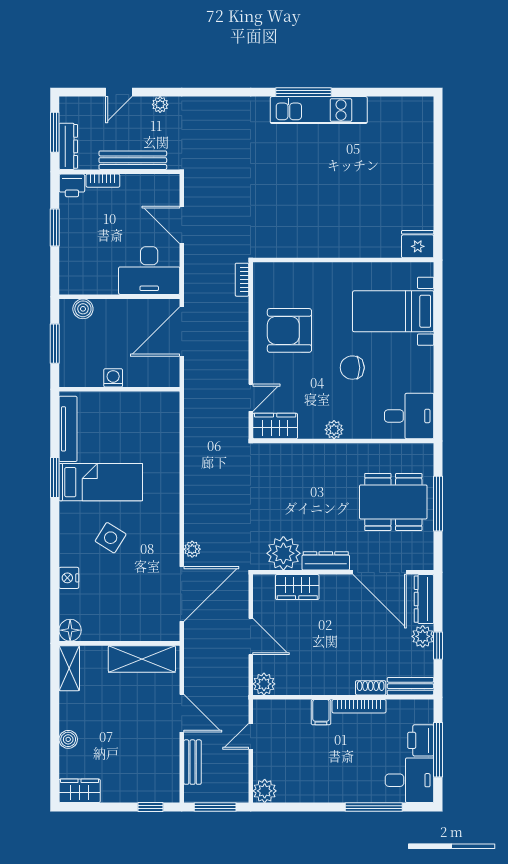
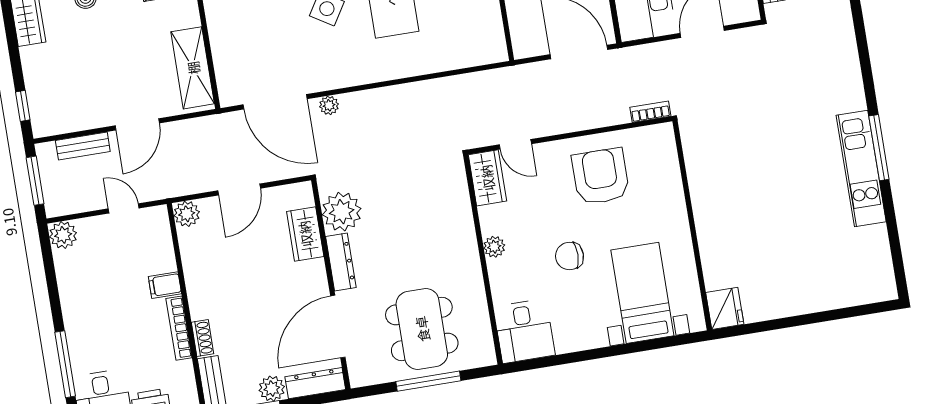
chair: (352, 368) -> (569, 256), turned -90

